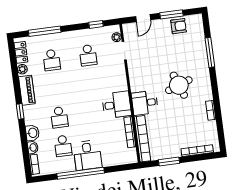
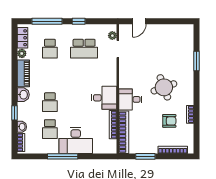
window: (171, 14) -> (166, 21), removed
window: (96, 24) -> (79, 21), moved
armchair: (179, 26) -> (169, 121), moved
window: (210, 52) -> (197, 61), width x0.69
school desk: (88, 55) -> (84, 49), width x1.85
window: (20, 111) -> (14, 113), moved
washbasin: (32, 133) -> (23, 95), moved
desk: (88, 155) -> (76, 141), width x1.37
window: (81, 173) -> (63, 156), width x0.68

